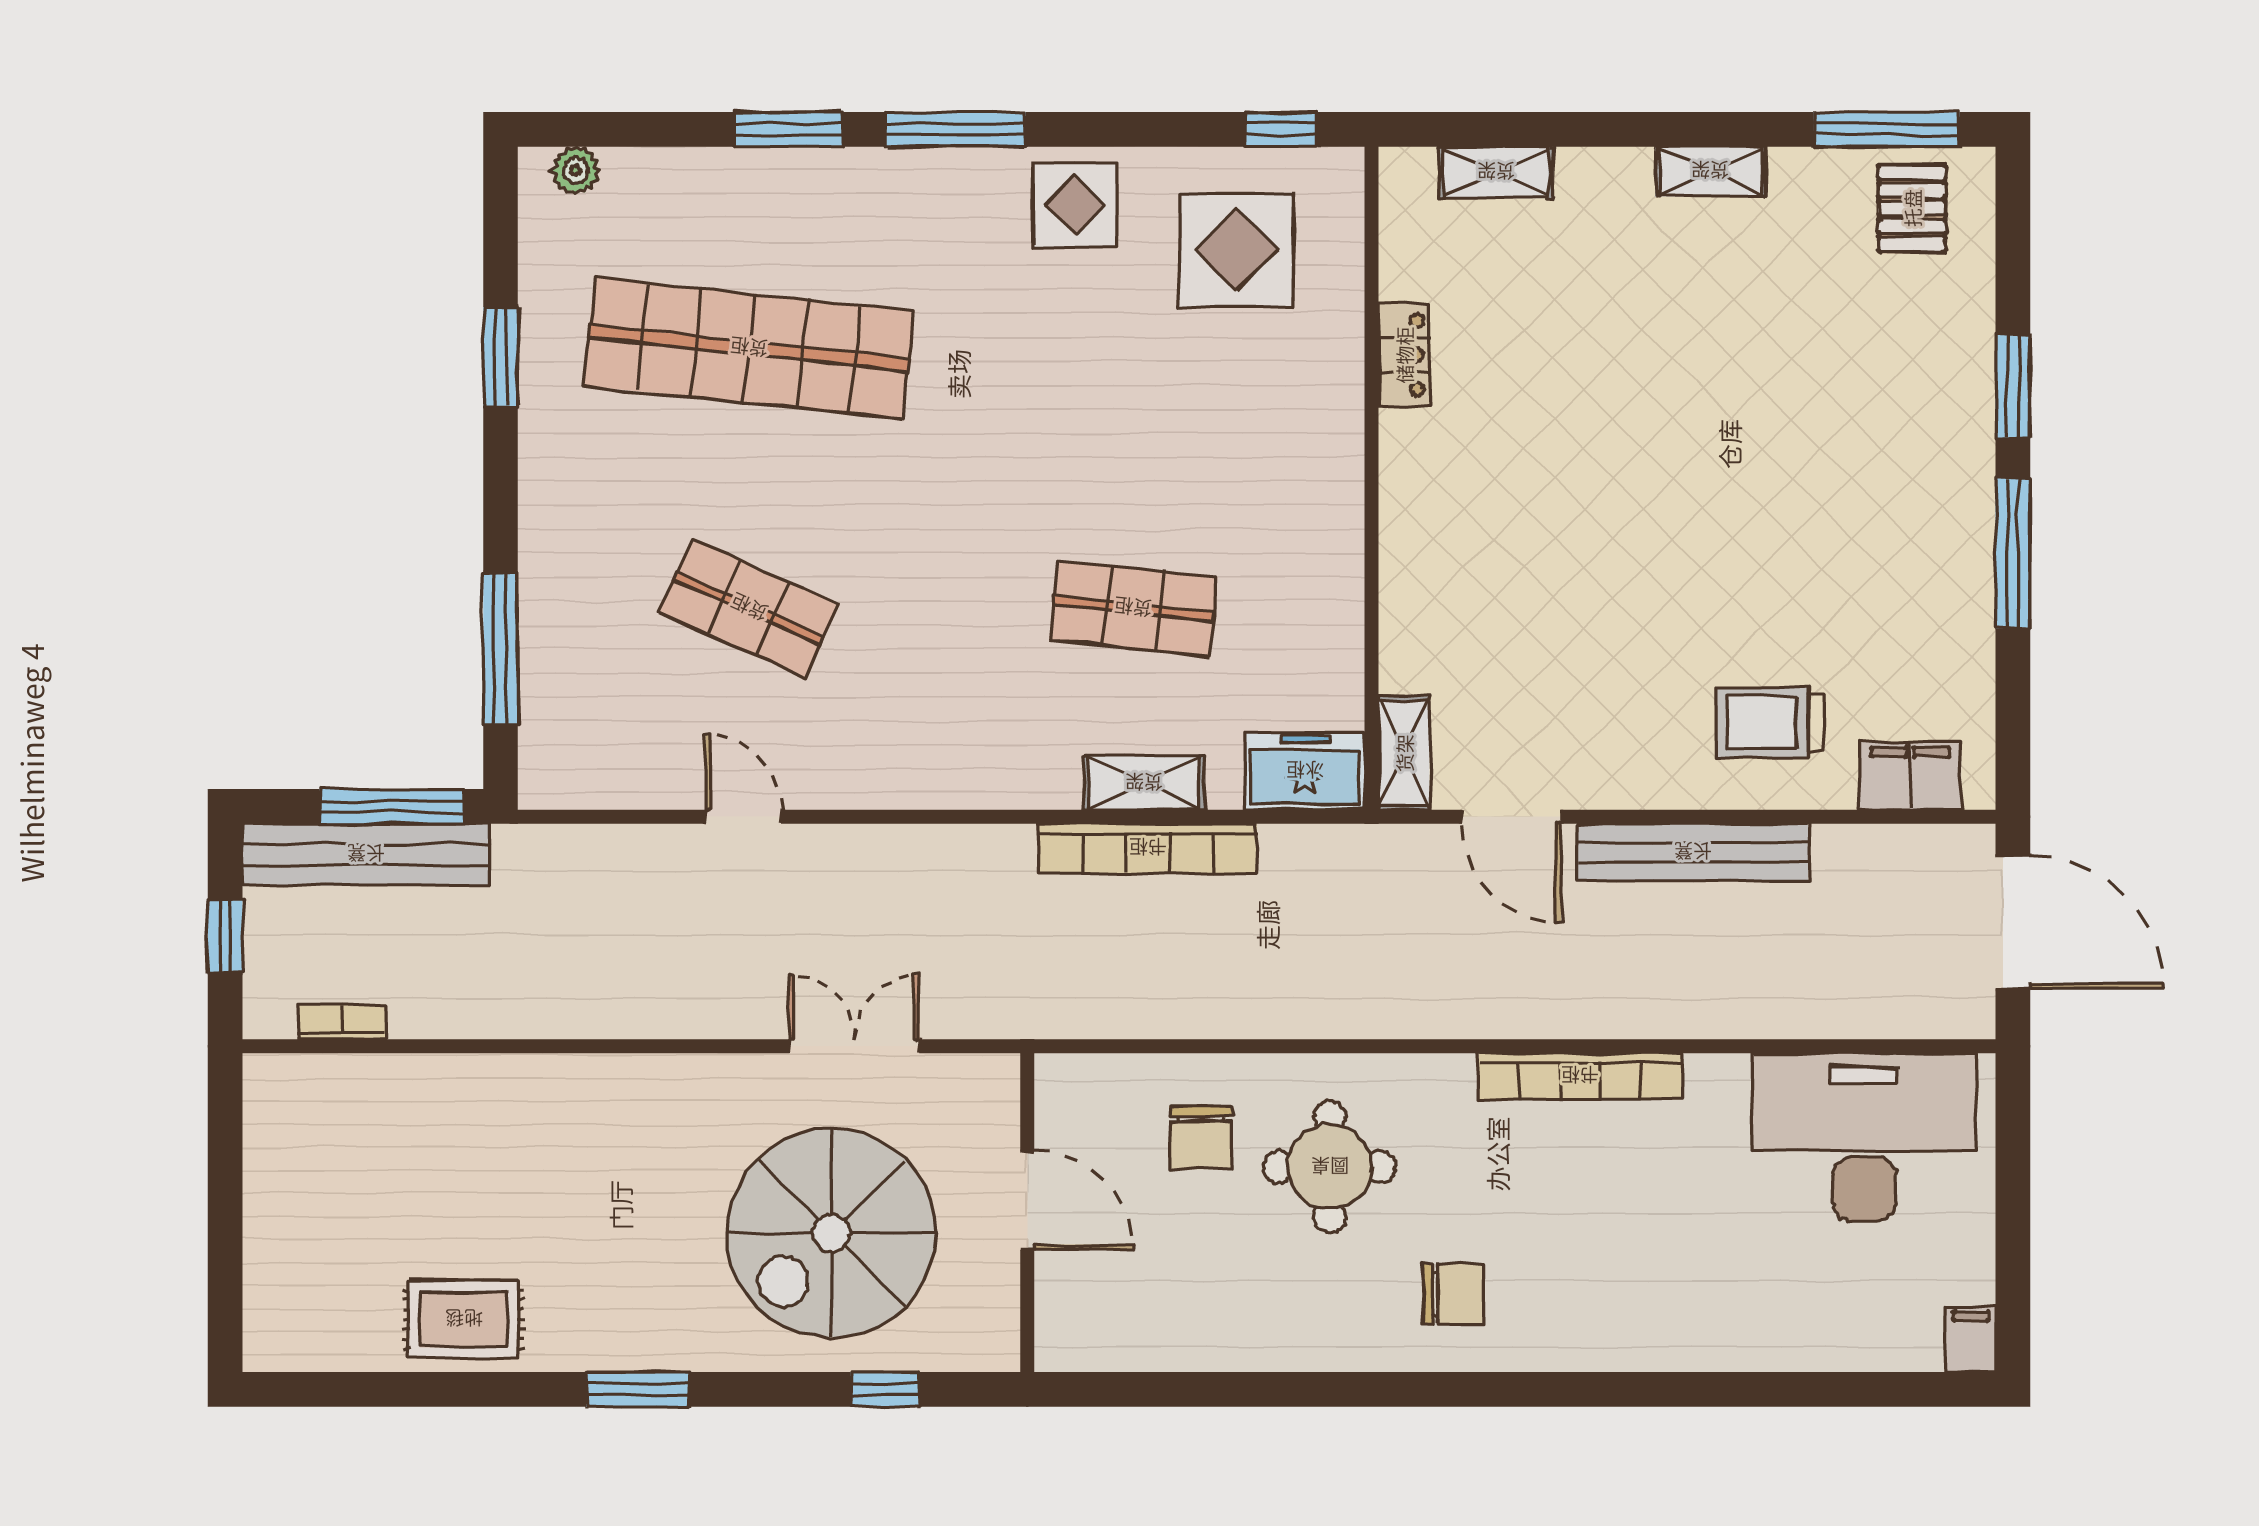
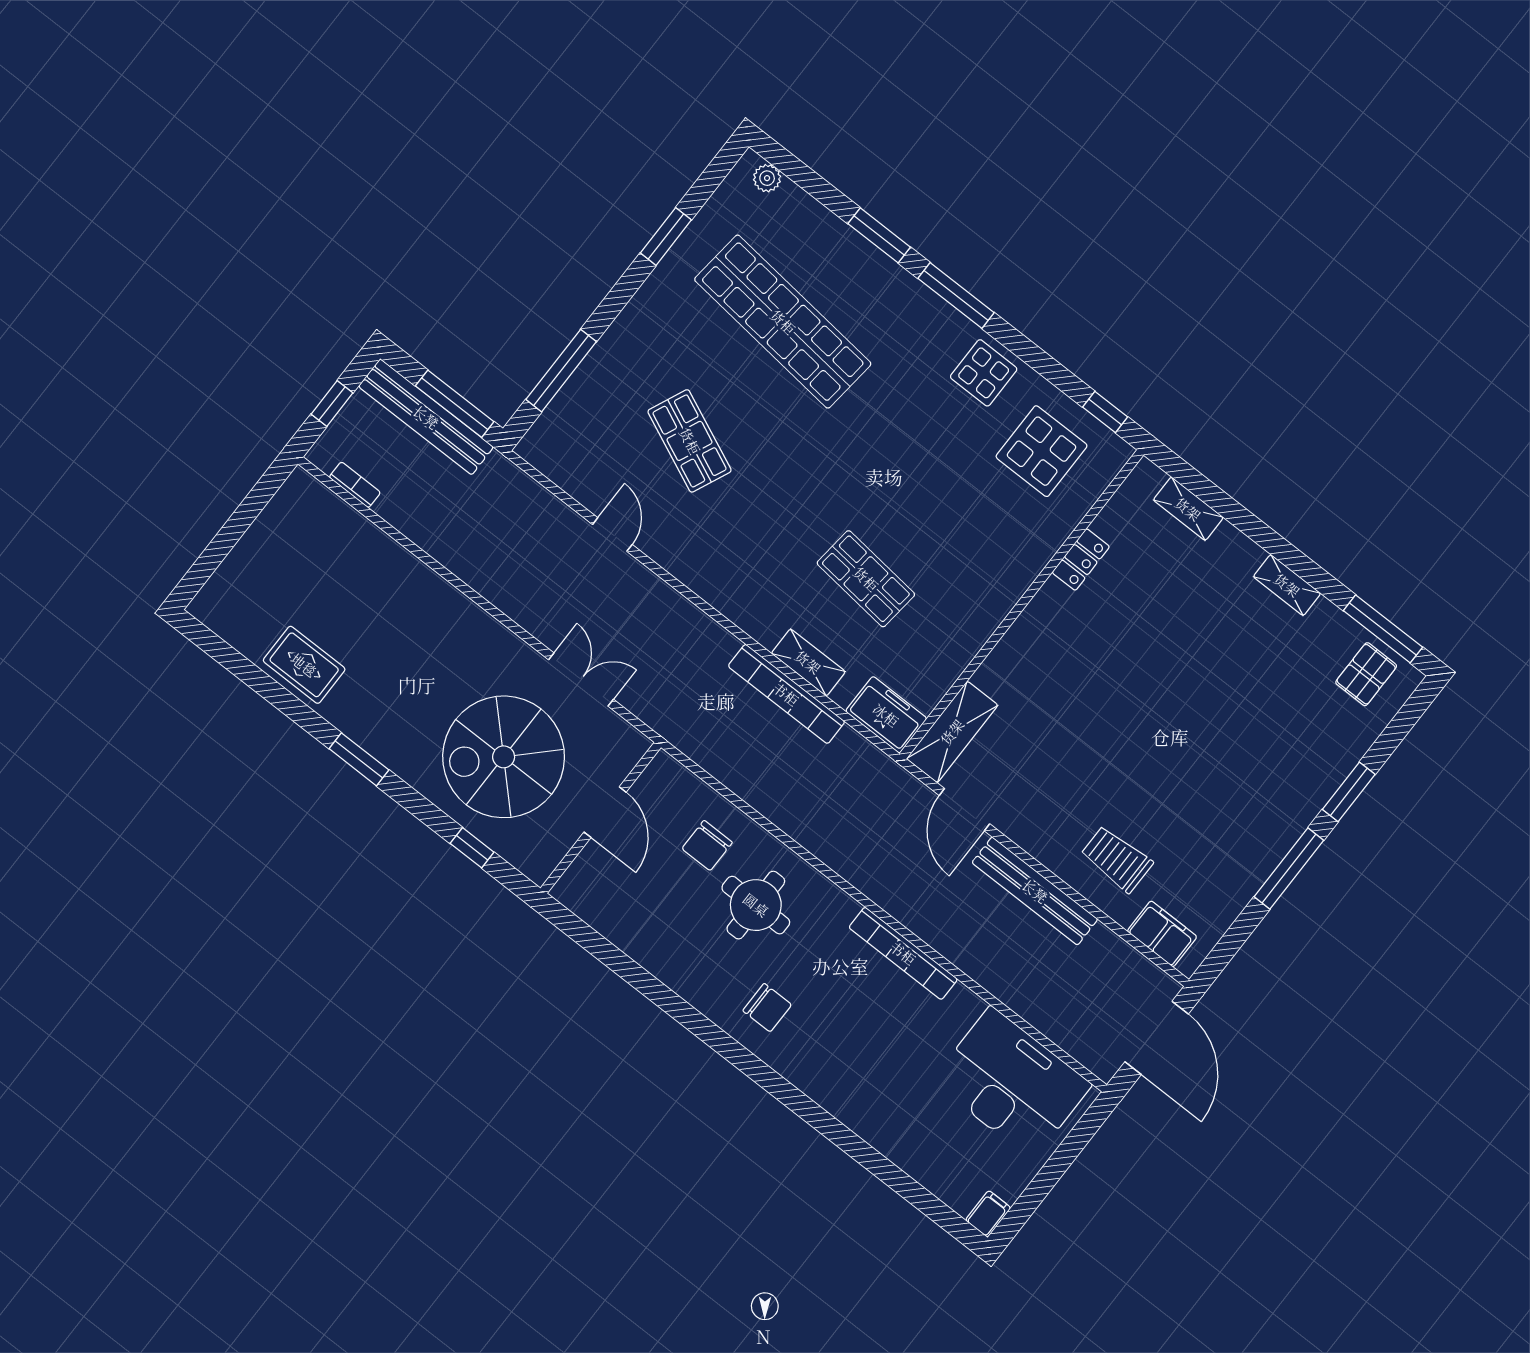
shelving: (1404, 753) -> (952, 732), width x1.50, depth x1.33

